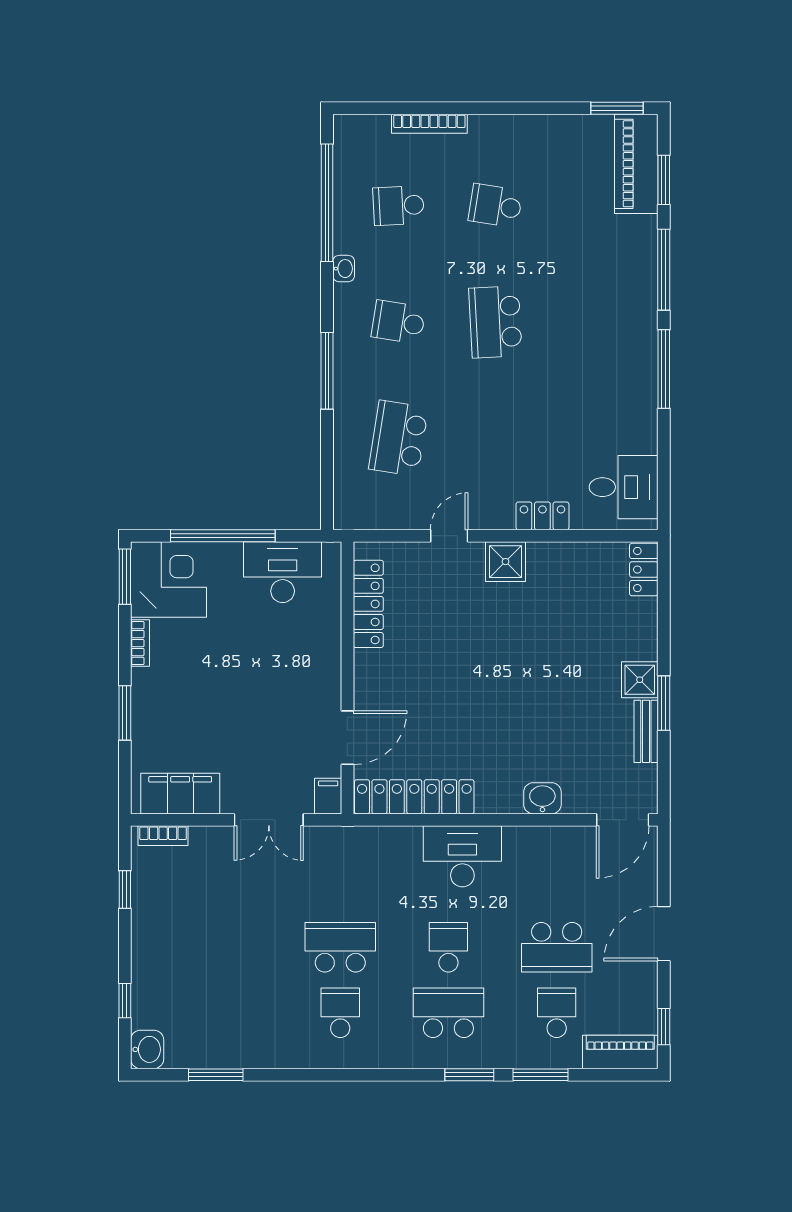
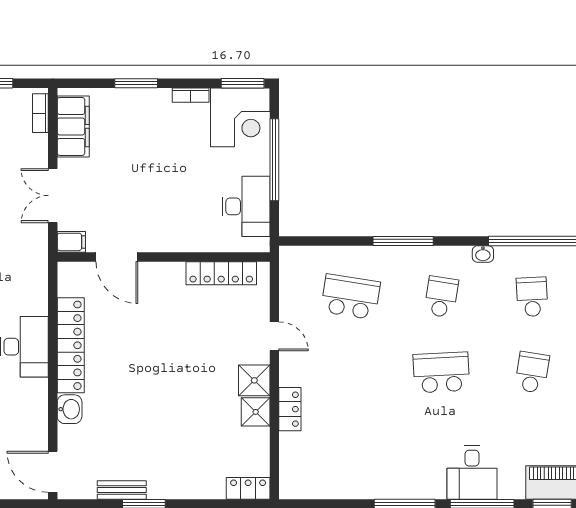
desk: (624, 487) -> (472, 473), moved
shower: (640, 680) -> (256, 412), moved
locker: (414, 797) -> (71, 345), moved

